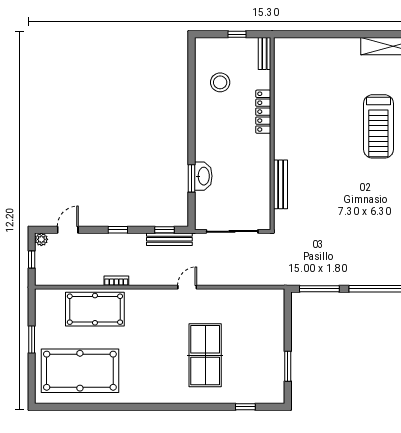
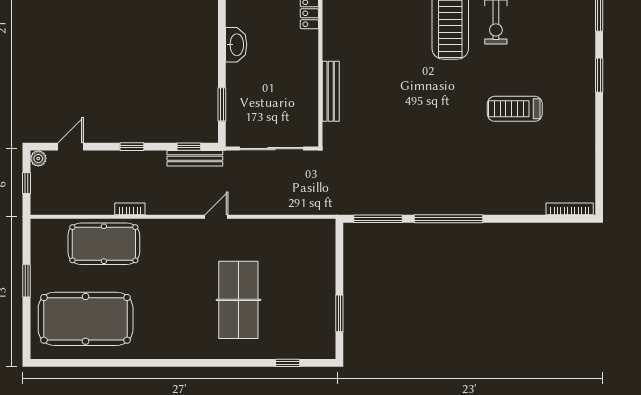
washbasin: (203, 176) -> (236, 45), moved
window: (191, 178) -> (222, 104), moved

